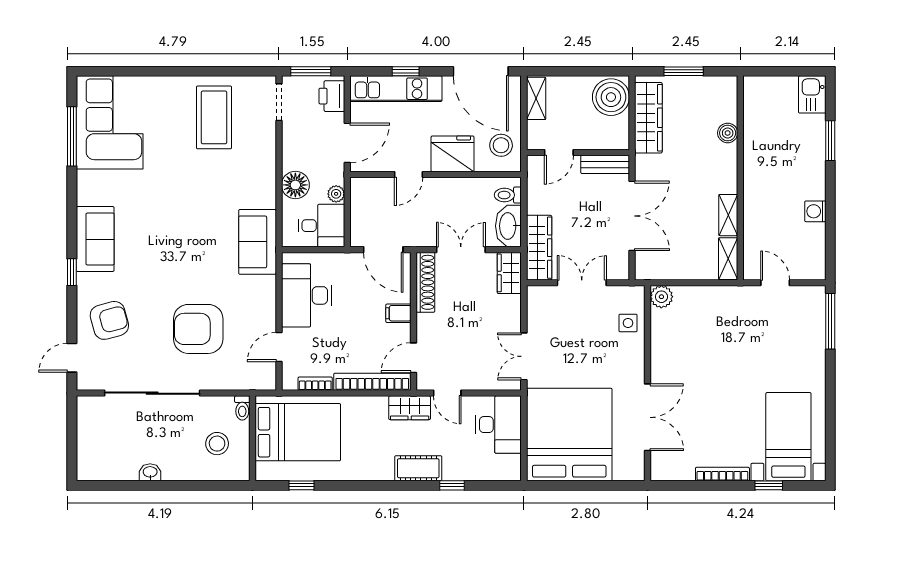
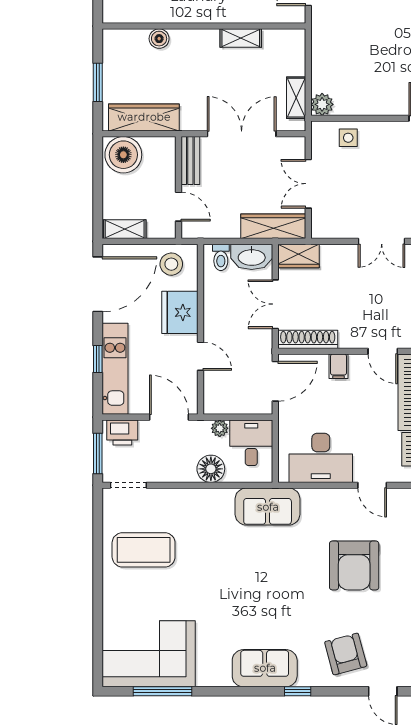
shelving: (728, 259) -> (296, 98), moved, turned 90

